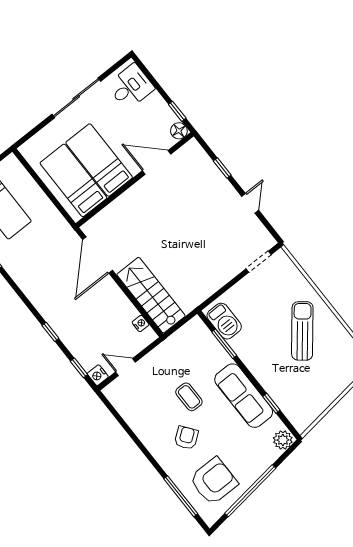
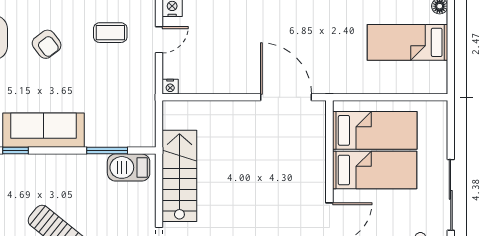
stairs: (151, 295) -> (179, 176), moved, turned -90
nightstand: (141, 323) -> (170, 87), moved
coffee table: (189, 397) -> (110, 33), moved

